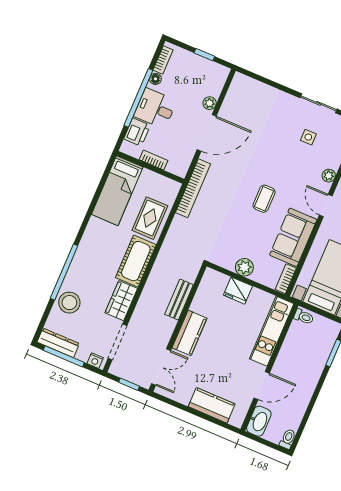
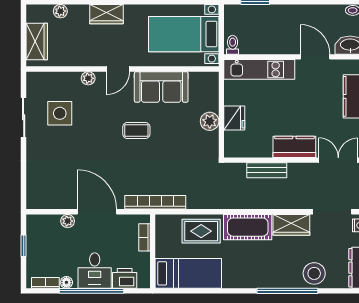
side table: (308, 137) -> (60, 113), width x1.87, depth x1.87
bookcase: (154, 160) -> (144, 237), moved
bookcase: (286, 279) -> (204, 77), removed

